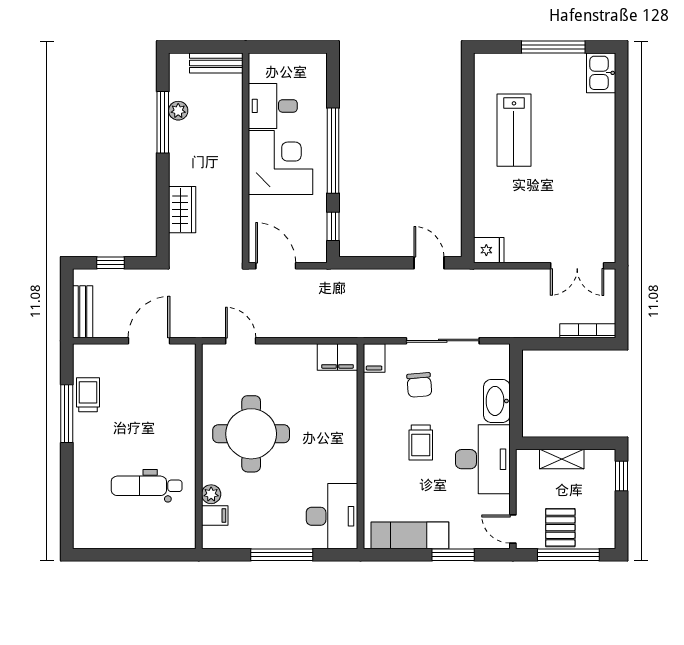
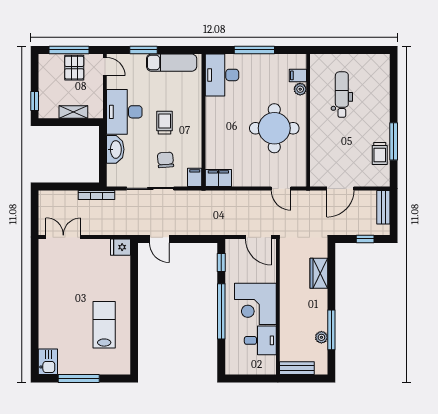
bookcase: (588, 331) -> (97, 195), moved
dental chair: (147, 486) -> (342, 95), turned -90

